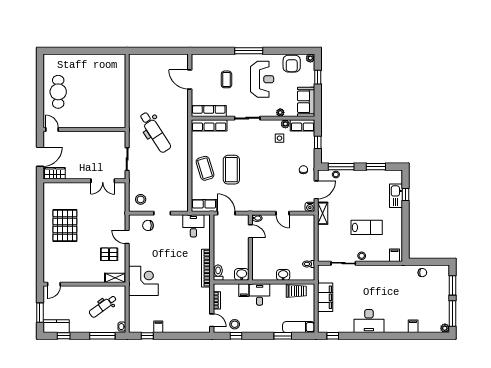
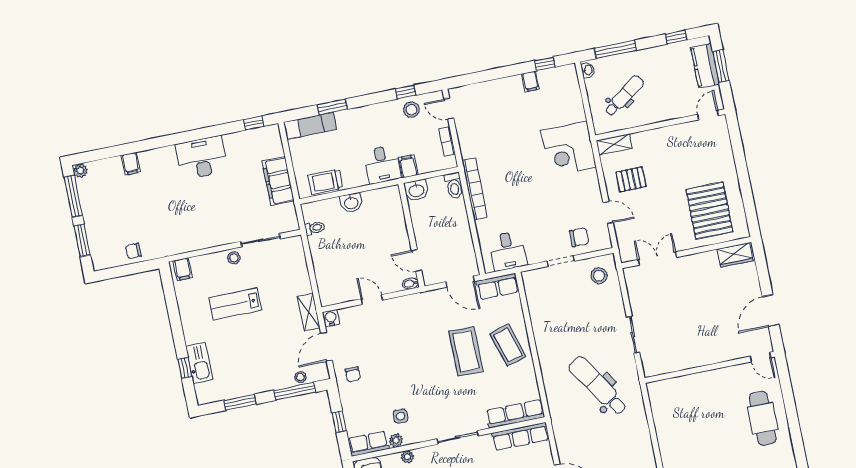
wardrobe: (55, 173) -> (735, 255), moved
wall: (84, 181) -> (686, 253), moved
double door: (103, 181) -> (657, 258), moved
kitchen counter: (56, 326) -> (705, 66), moved, turned 90

